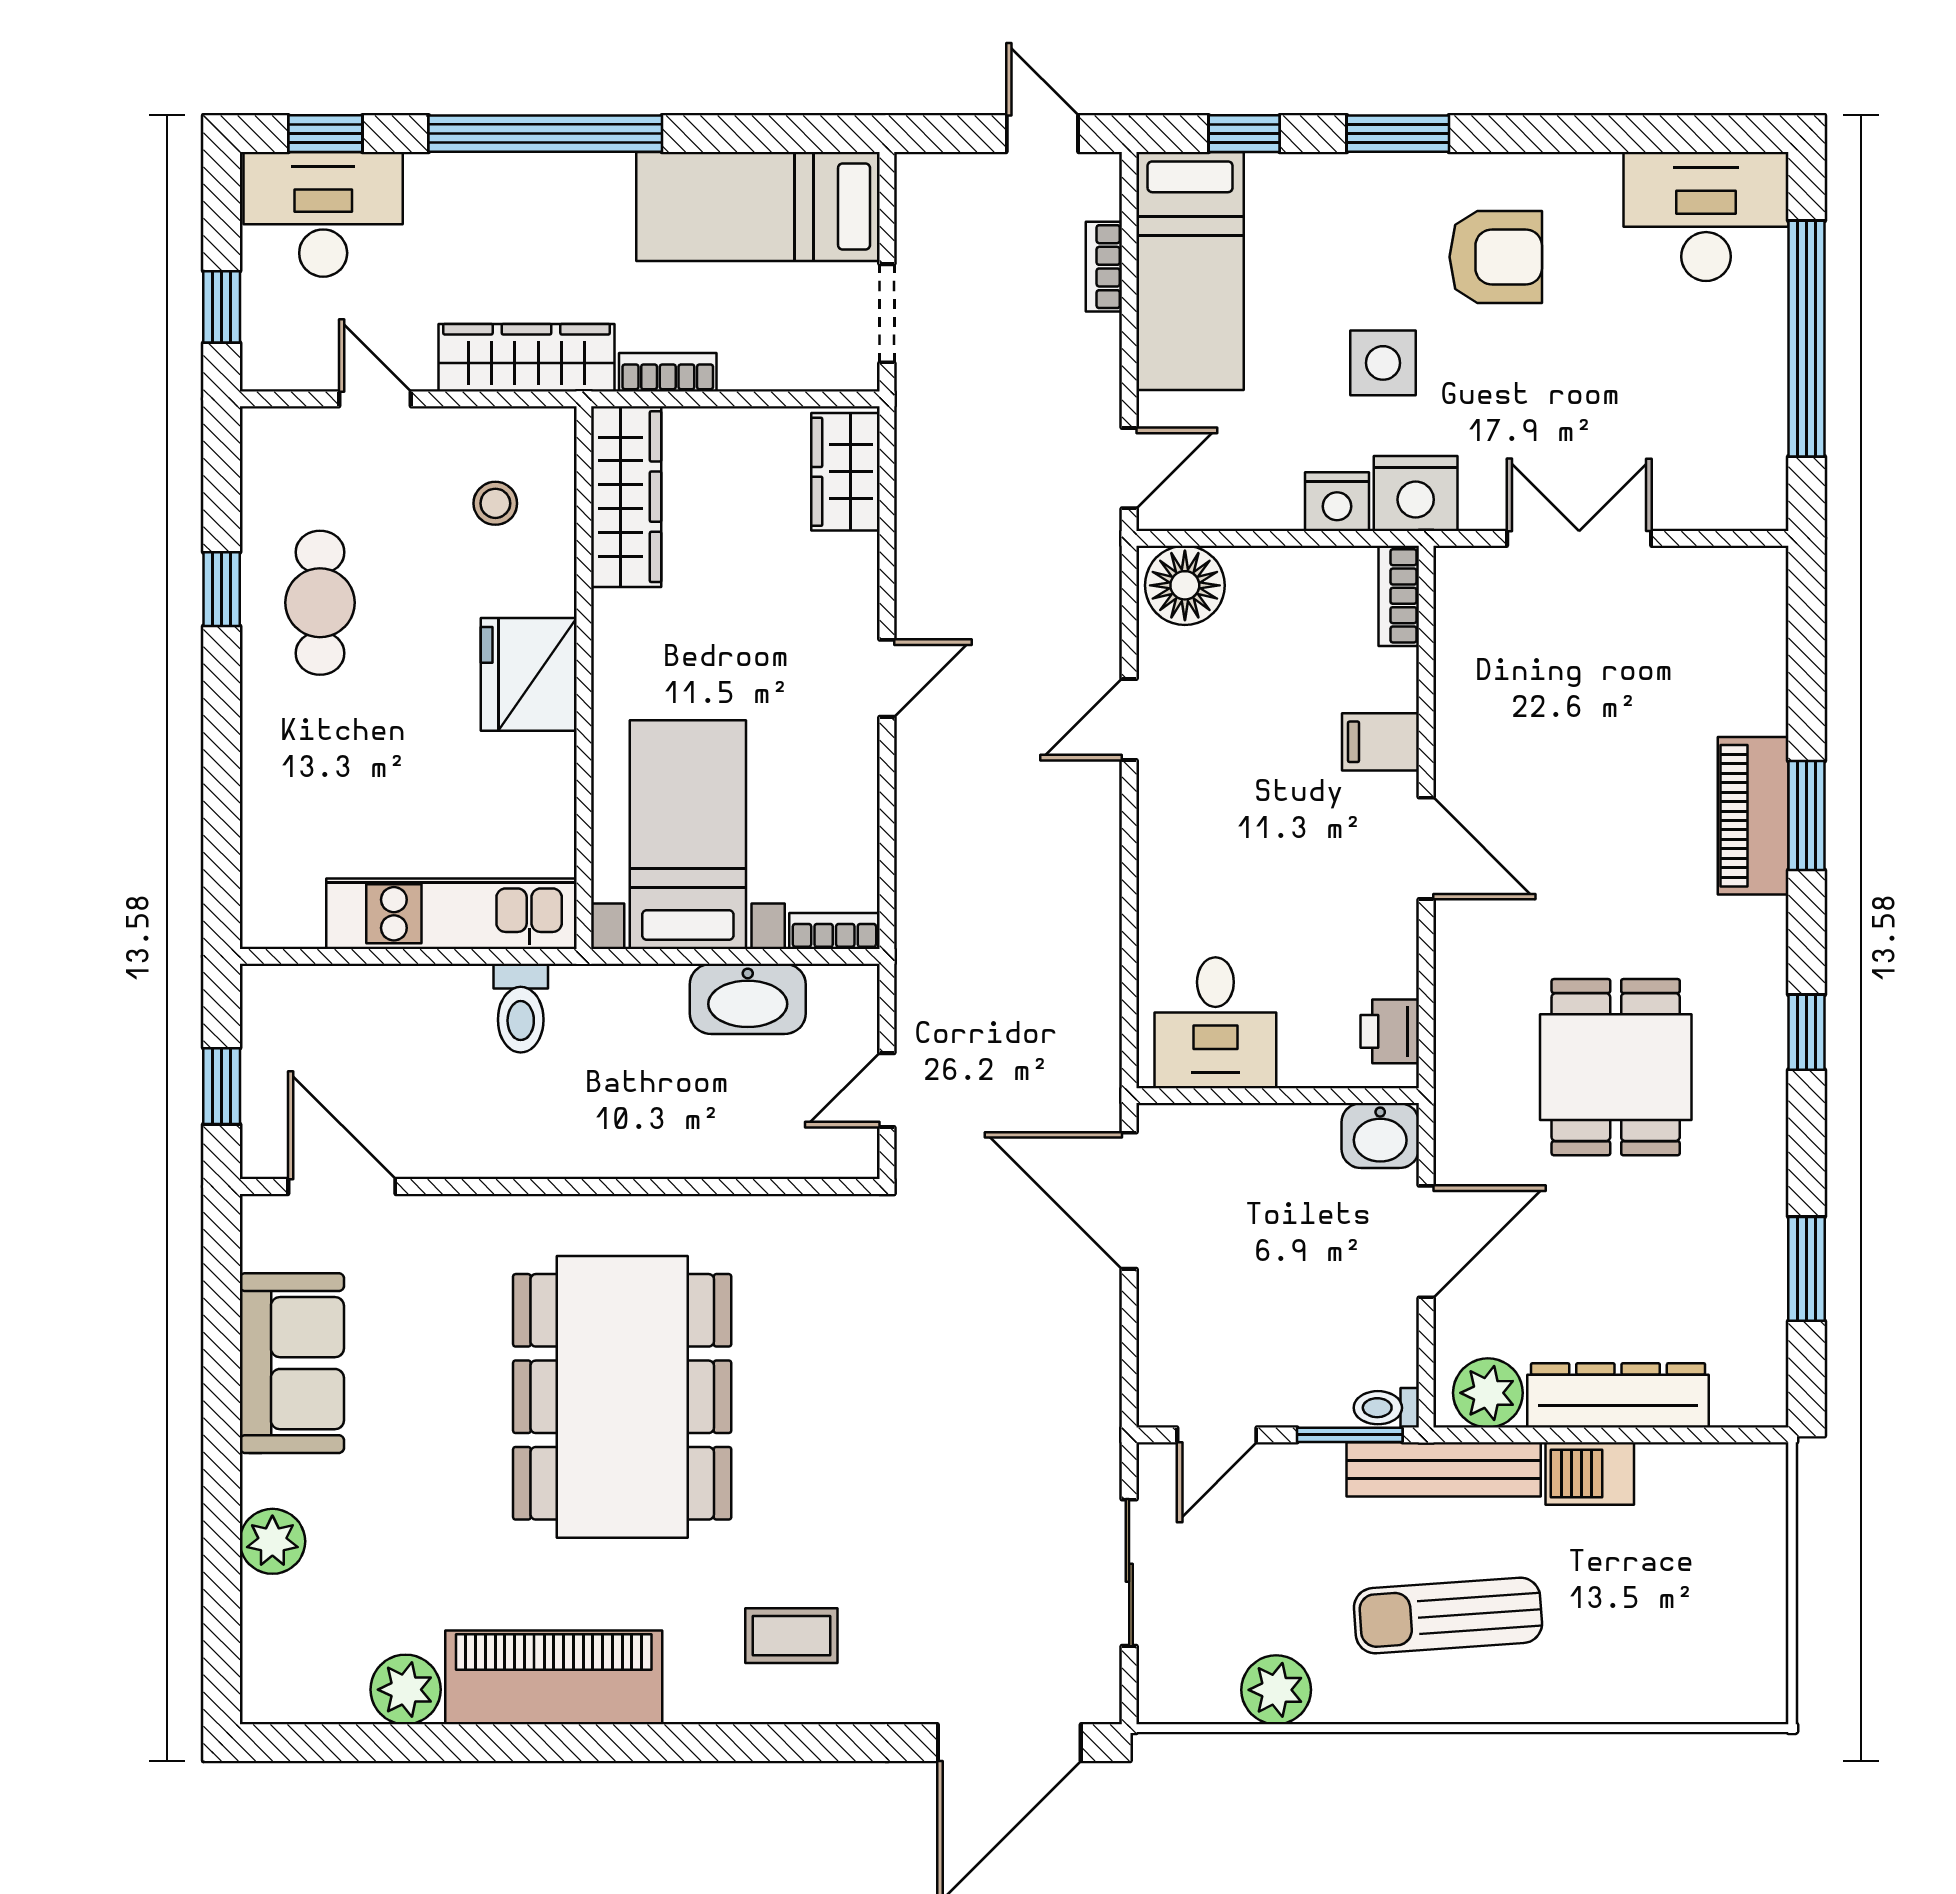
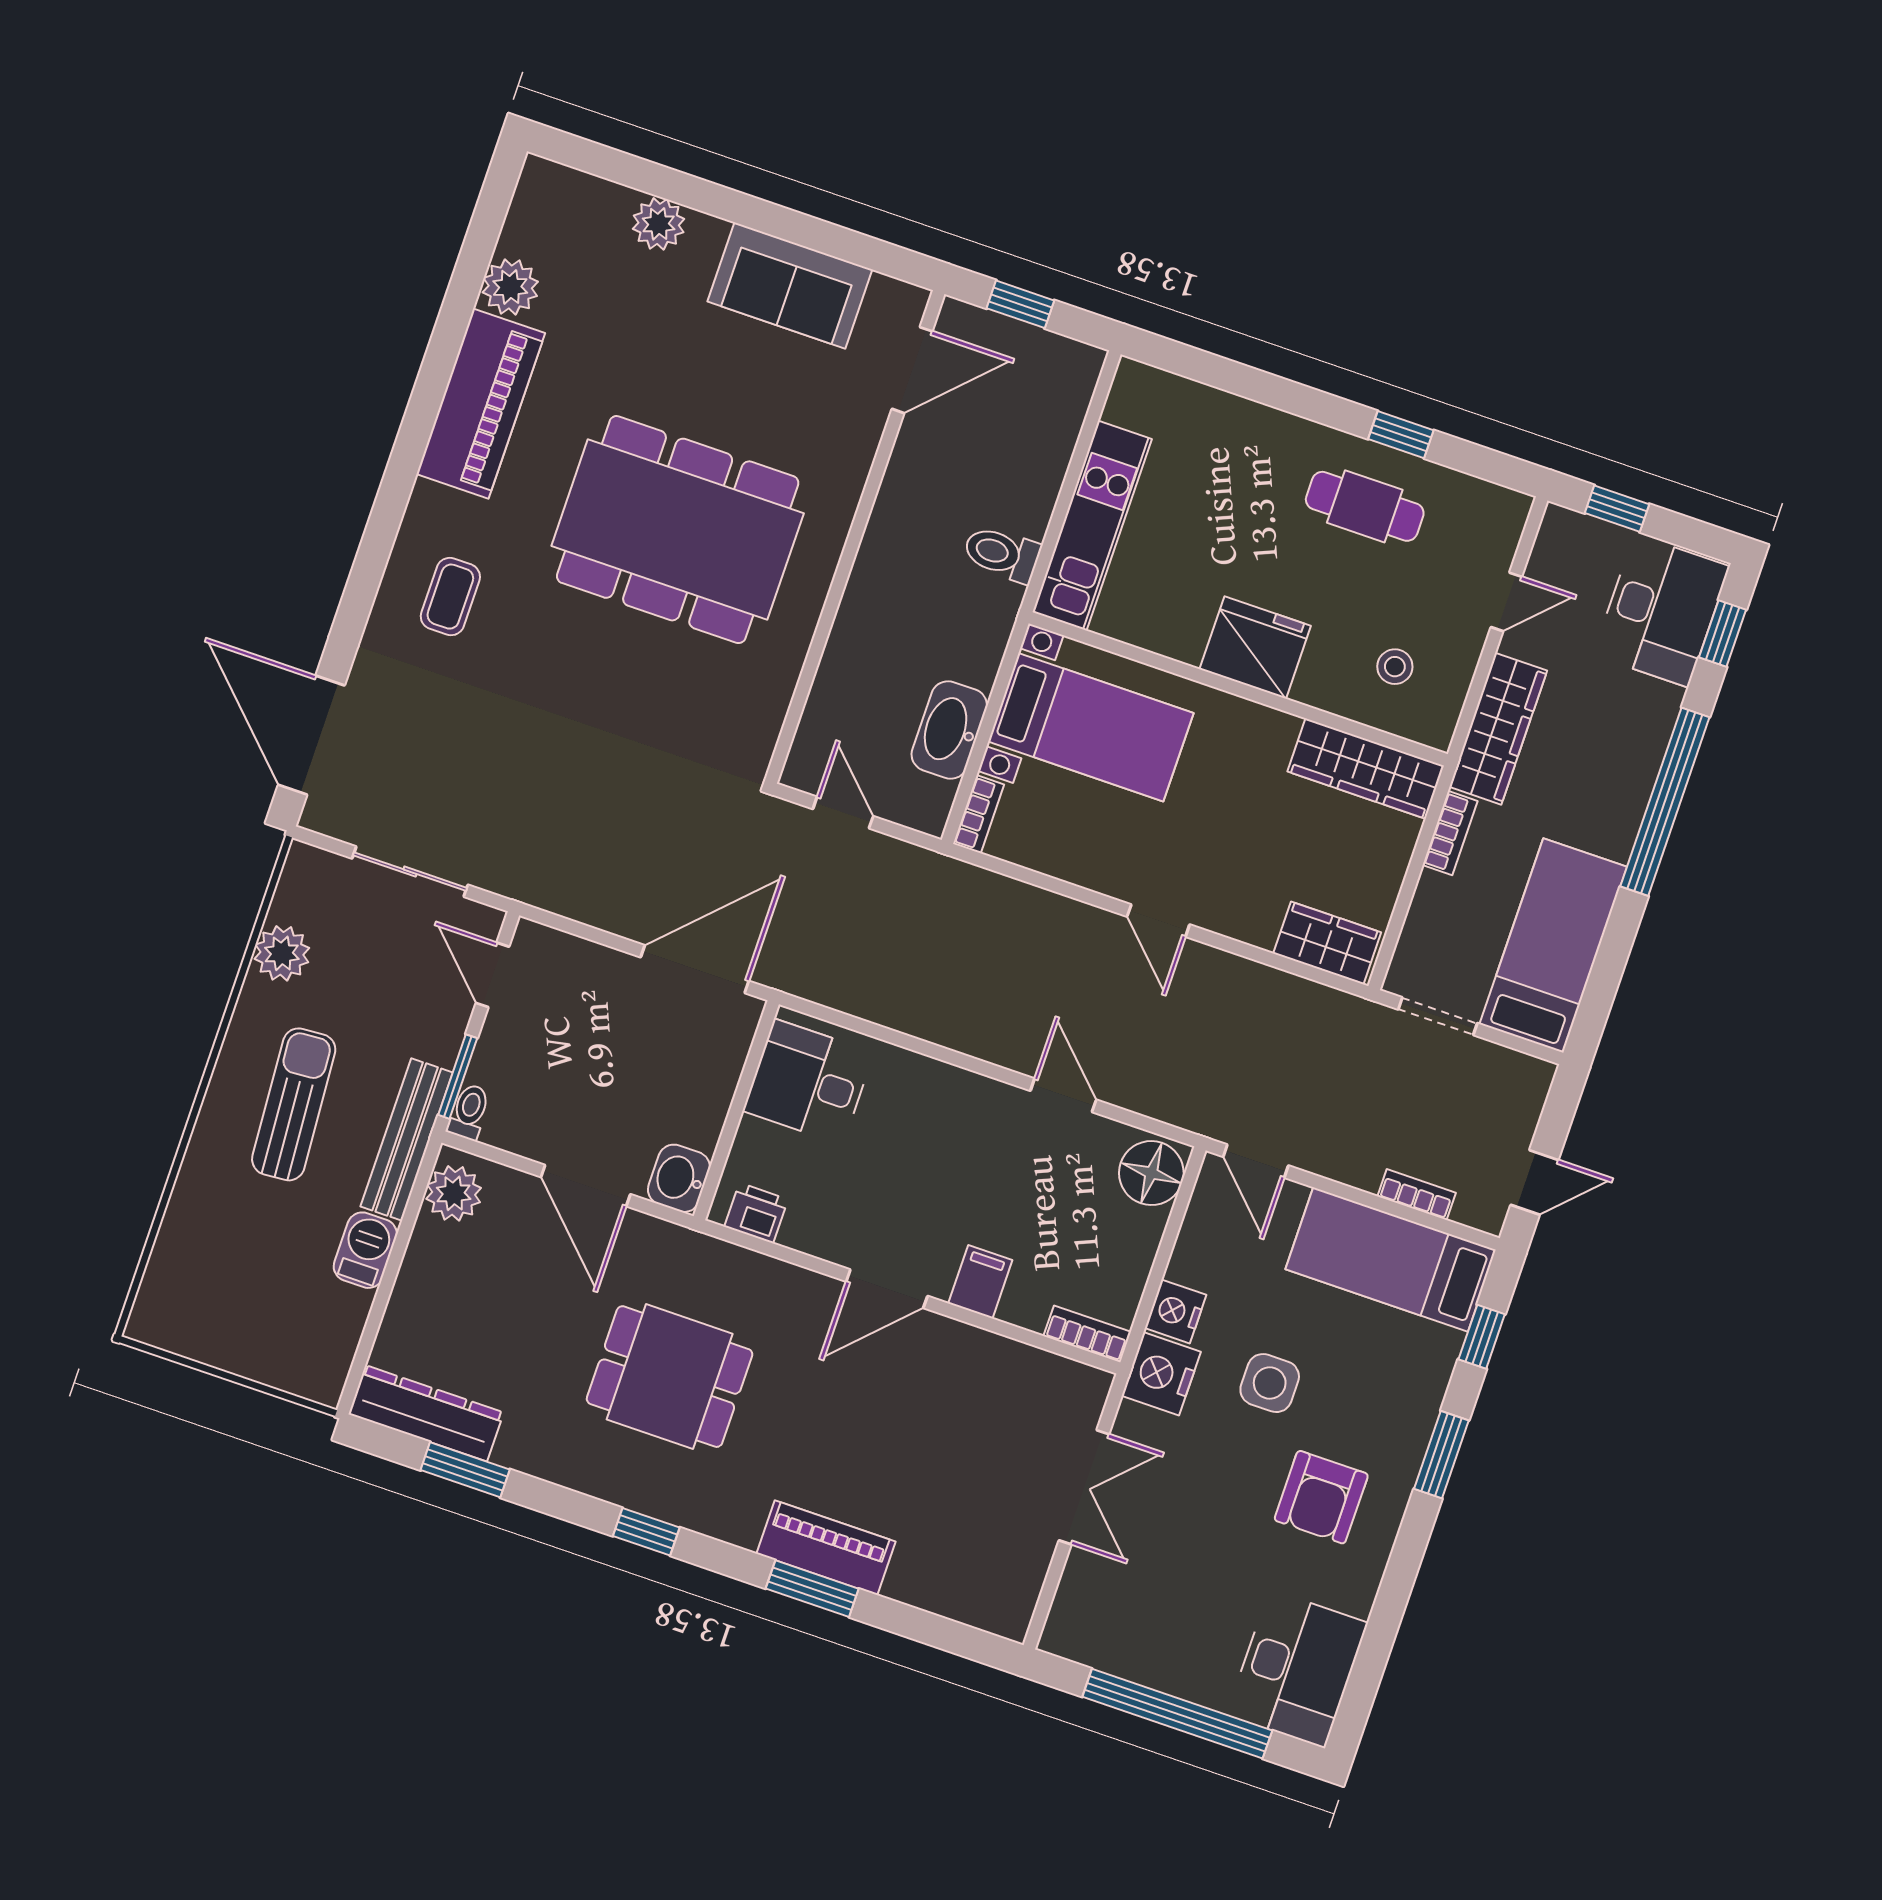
dresser: (1618, 1395) -> (426, 1413), moved, turned -90

